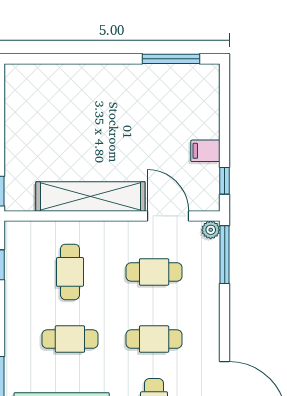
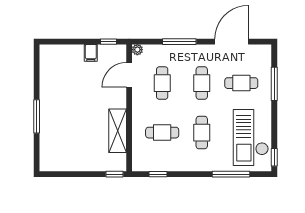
window: (171, 59) -> (37, 116), moved
shelving: (90, 196) -> (118, 131), width x0.68
window: (225, 255) -> (179, 42), moved

